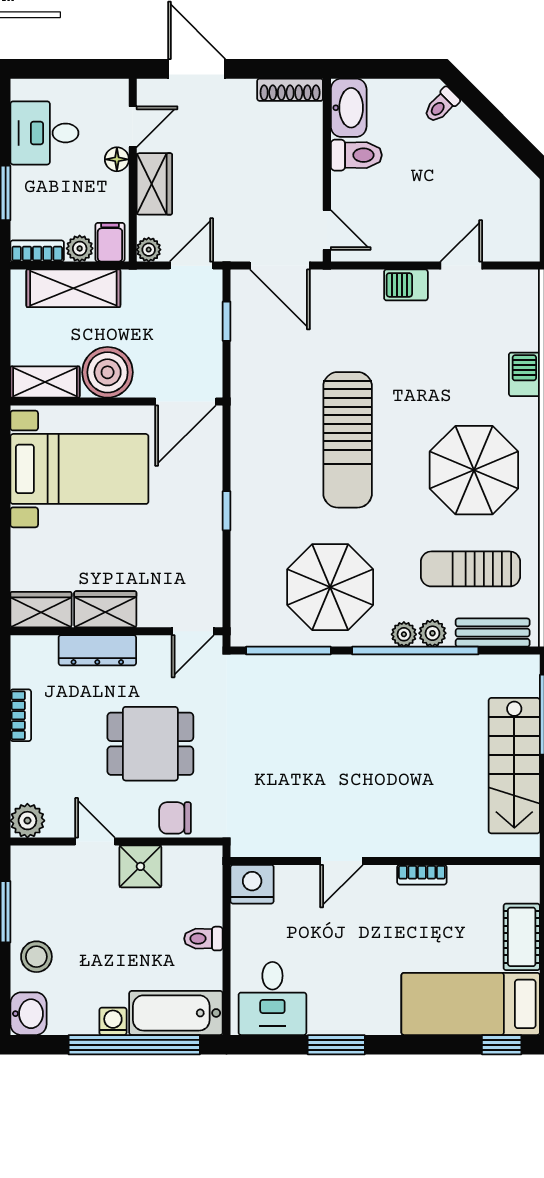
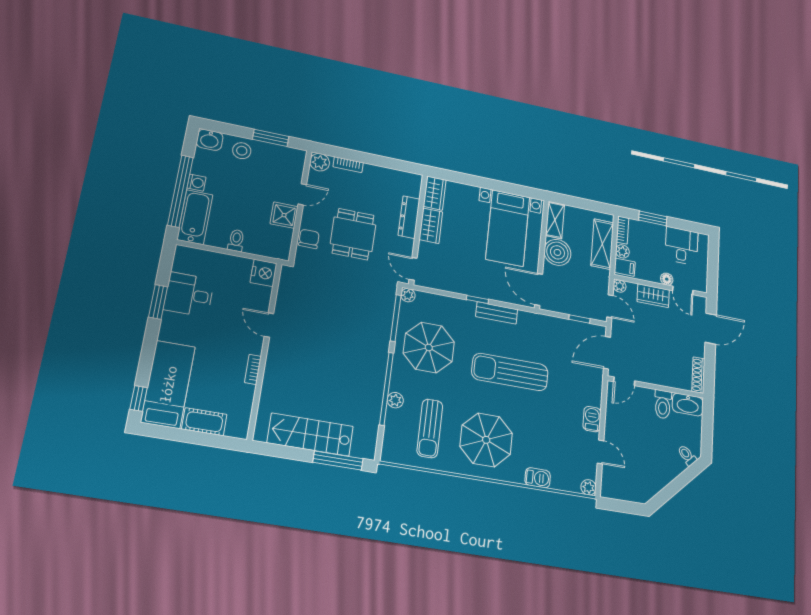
plant: (526, 283) -> (588, 487), added
sun lounger: (470, 569) -> (430, 428), turned 180
bench: (493, 633) -> (497, 313), moved, turned 90
plant: (404, 634) -> (408, 295), moved
bookcase: (21, 715) -> (348, 165), moved
desk: (272, 998) -> (189, 295), moved

